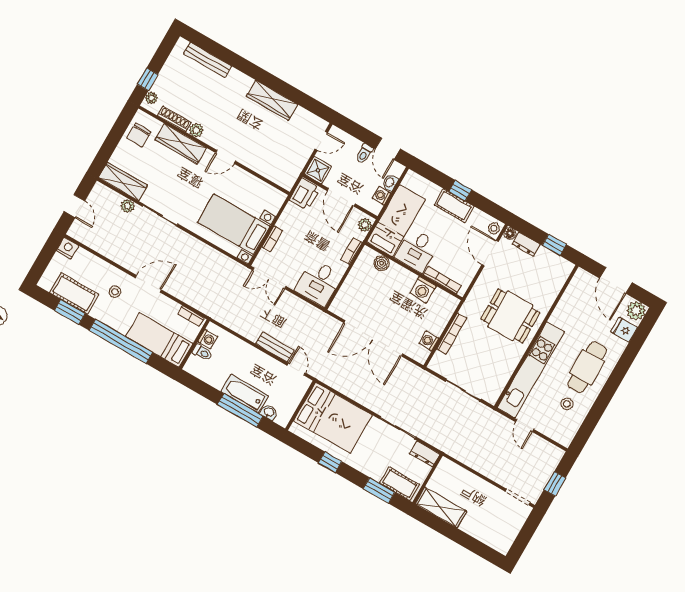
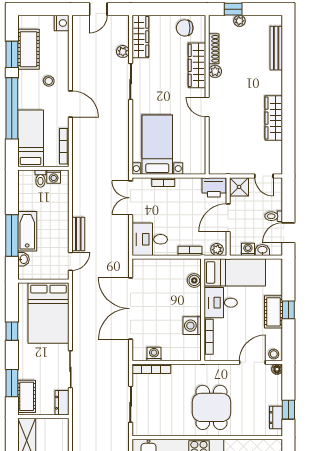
plant: (151, 98) -> (240, 21), moved
dresser: (526, 244) -> (276, 418), moved
bookcase: (191, 316) -> (64, 146), width x1.56
bookcase: (452, 334) -> (151, 369), moved

